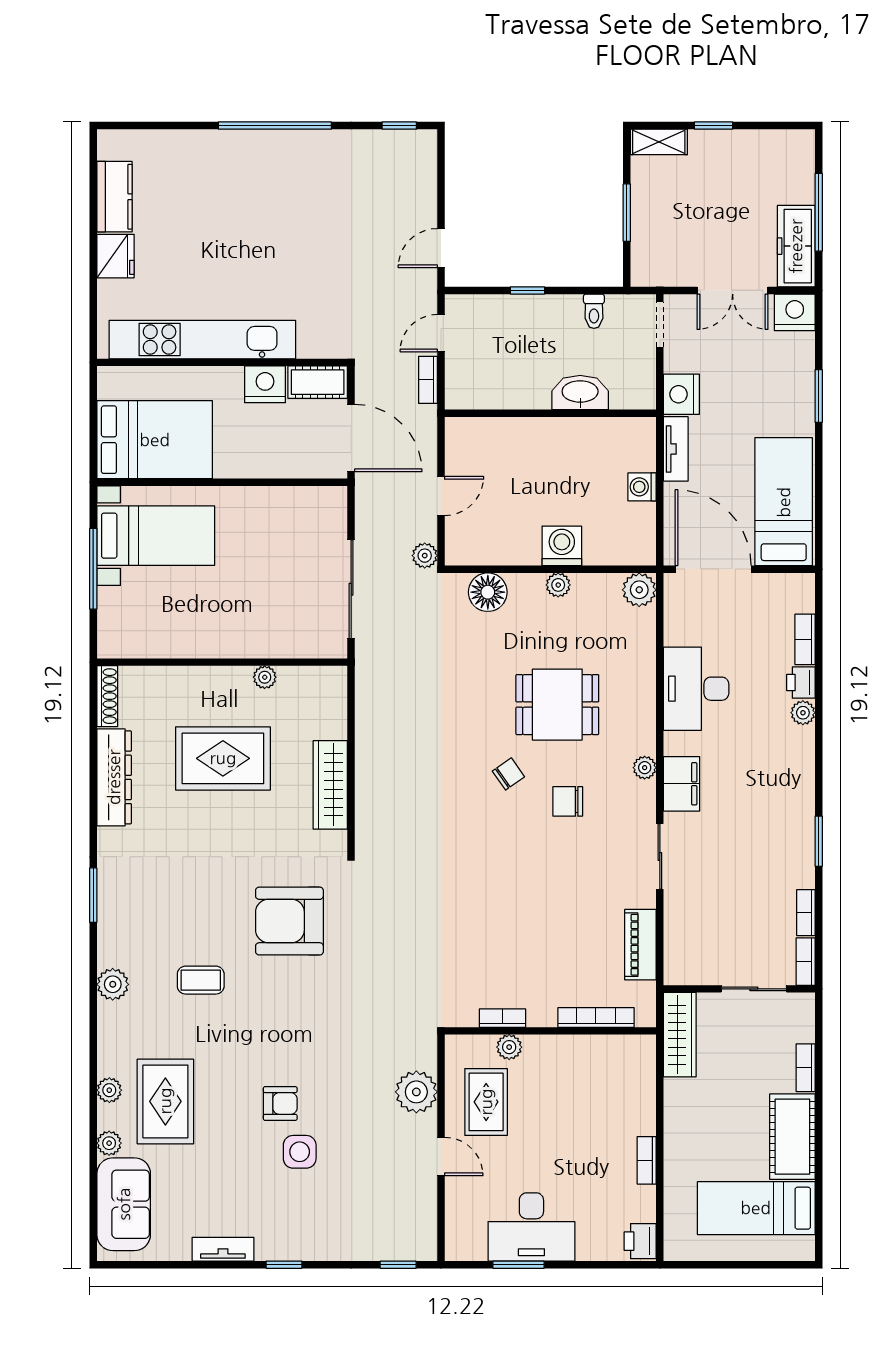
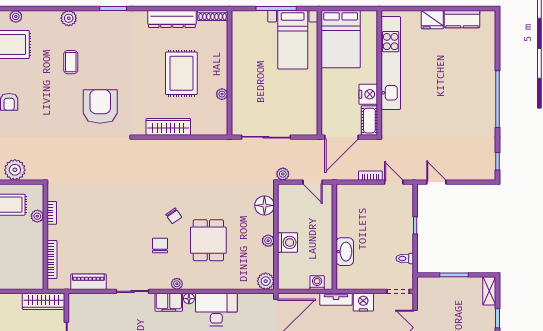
washbasin: (580, 393) -> (345, 252), moved
wall: (550, 413) -> (334, 237), moved
floor lamp: (674, 743) -> (189, 299), added

